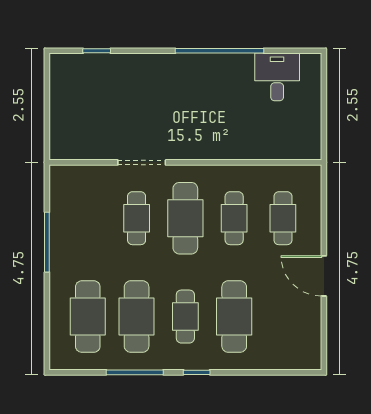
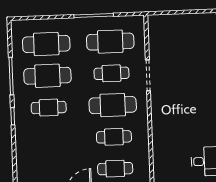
cafe table: (234, 317) -> (110, 42), moved

